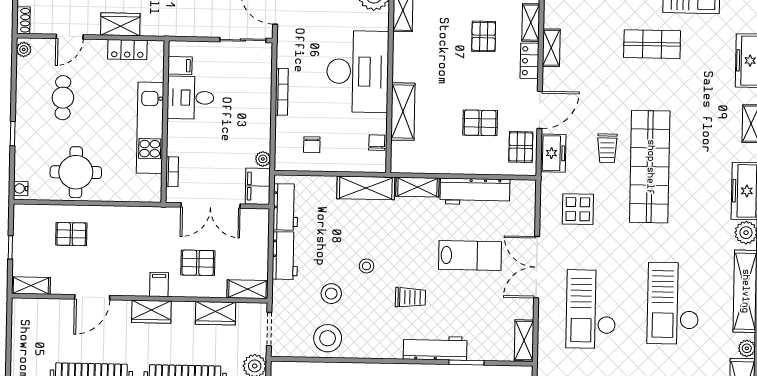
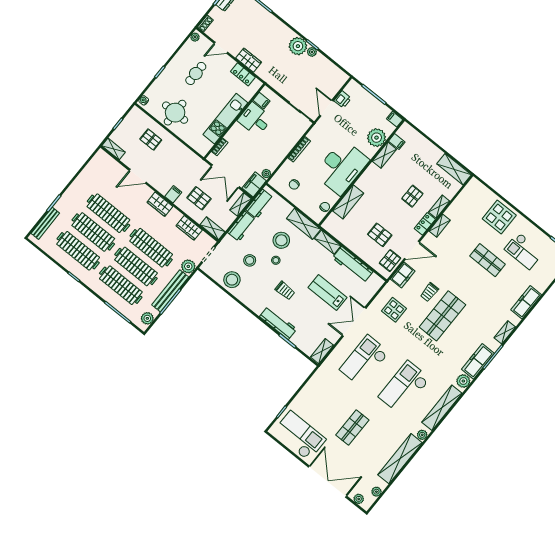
shop shelf: (650, 167) -> (442, 316), width x0.71
shelving: (260, 228) -> (241, 205), added
stool: (353, 233) -> (281, 240), added
lab bench: (470, 255) -> (327, 293), turned 180

